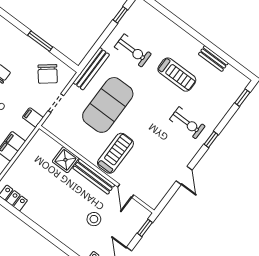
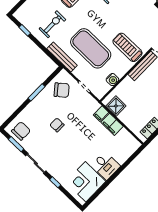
filing cabinet: (33, 117) -> (101, 114), moved
water cooler: (70, 139) -> (112, 80), added
shower: (65, 160) -> (116, 106), moved

